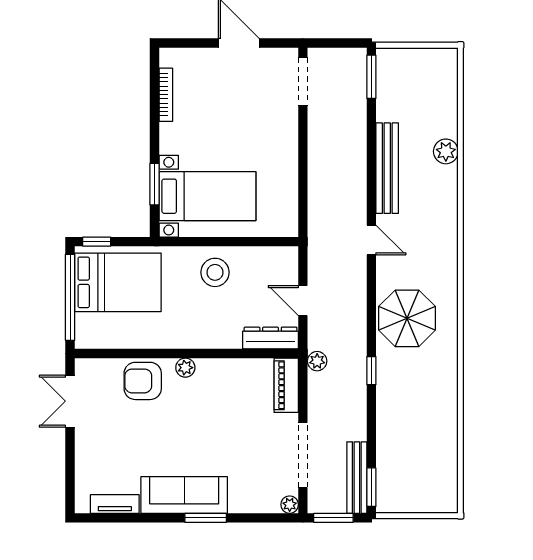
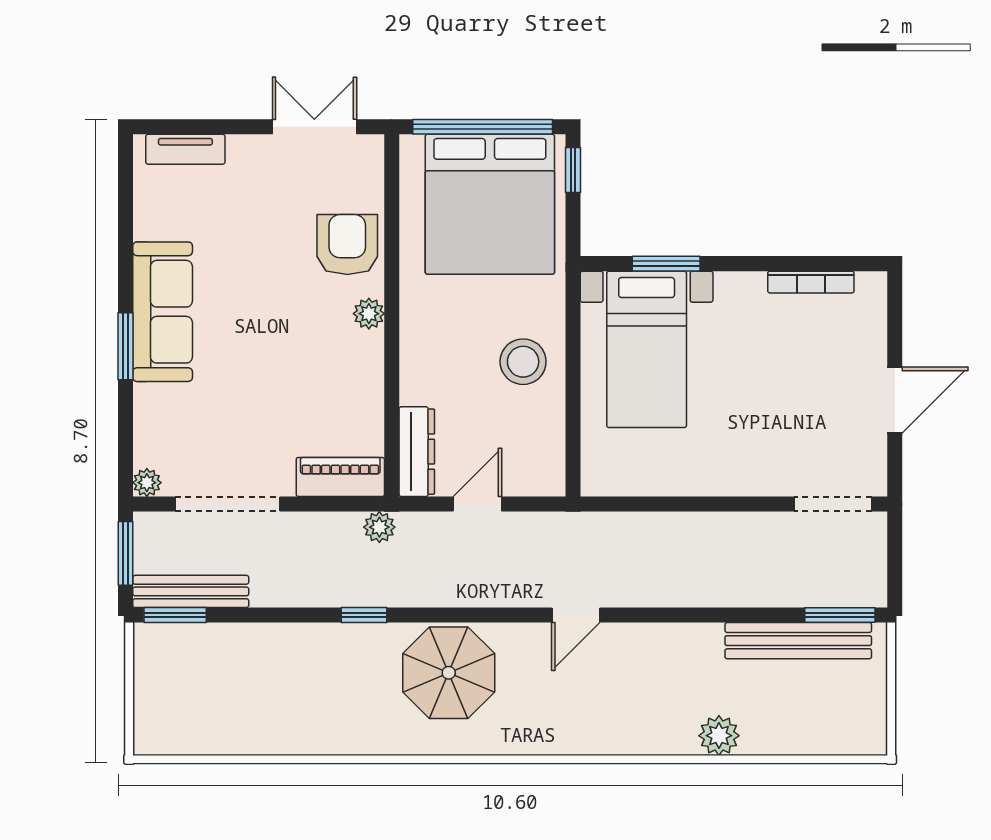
bench: (387, 168) -> (798, 641), moved
bed: (118, 282) -> (490, 204), width x1.36
tv unit: (115, 504) -> (185, 149), moved, turned 90

